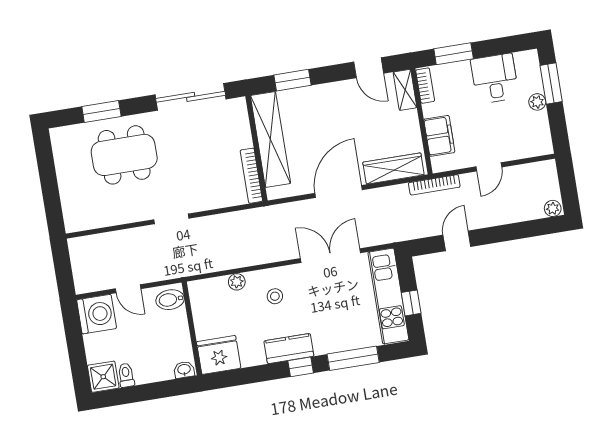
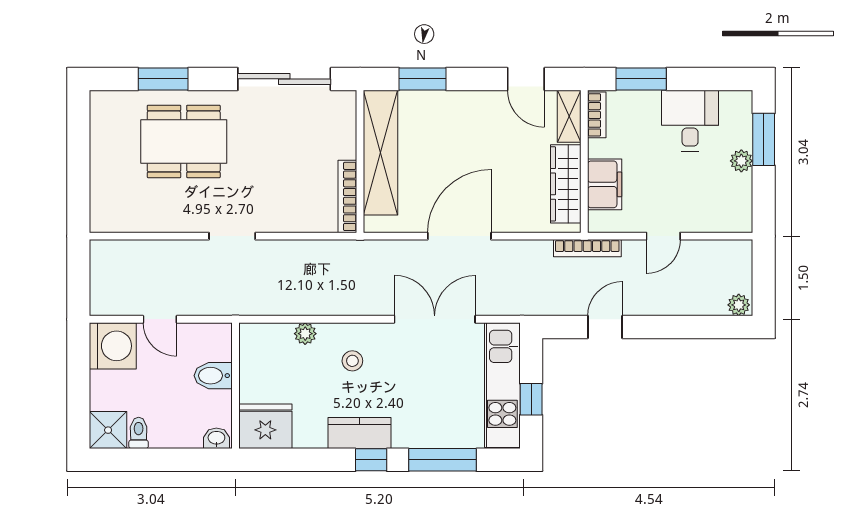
wardrobe: (394, 169) -> (566, 184), moved, turned -90
bidet: (170, 300) -> (213, 376), moved

